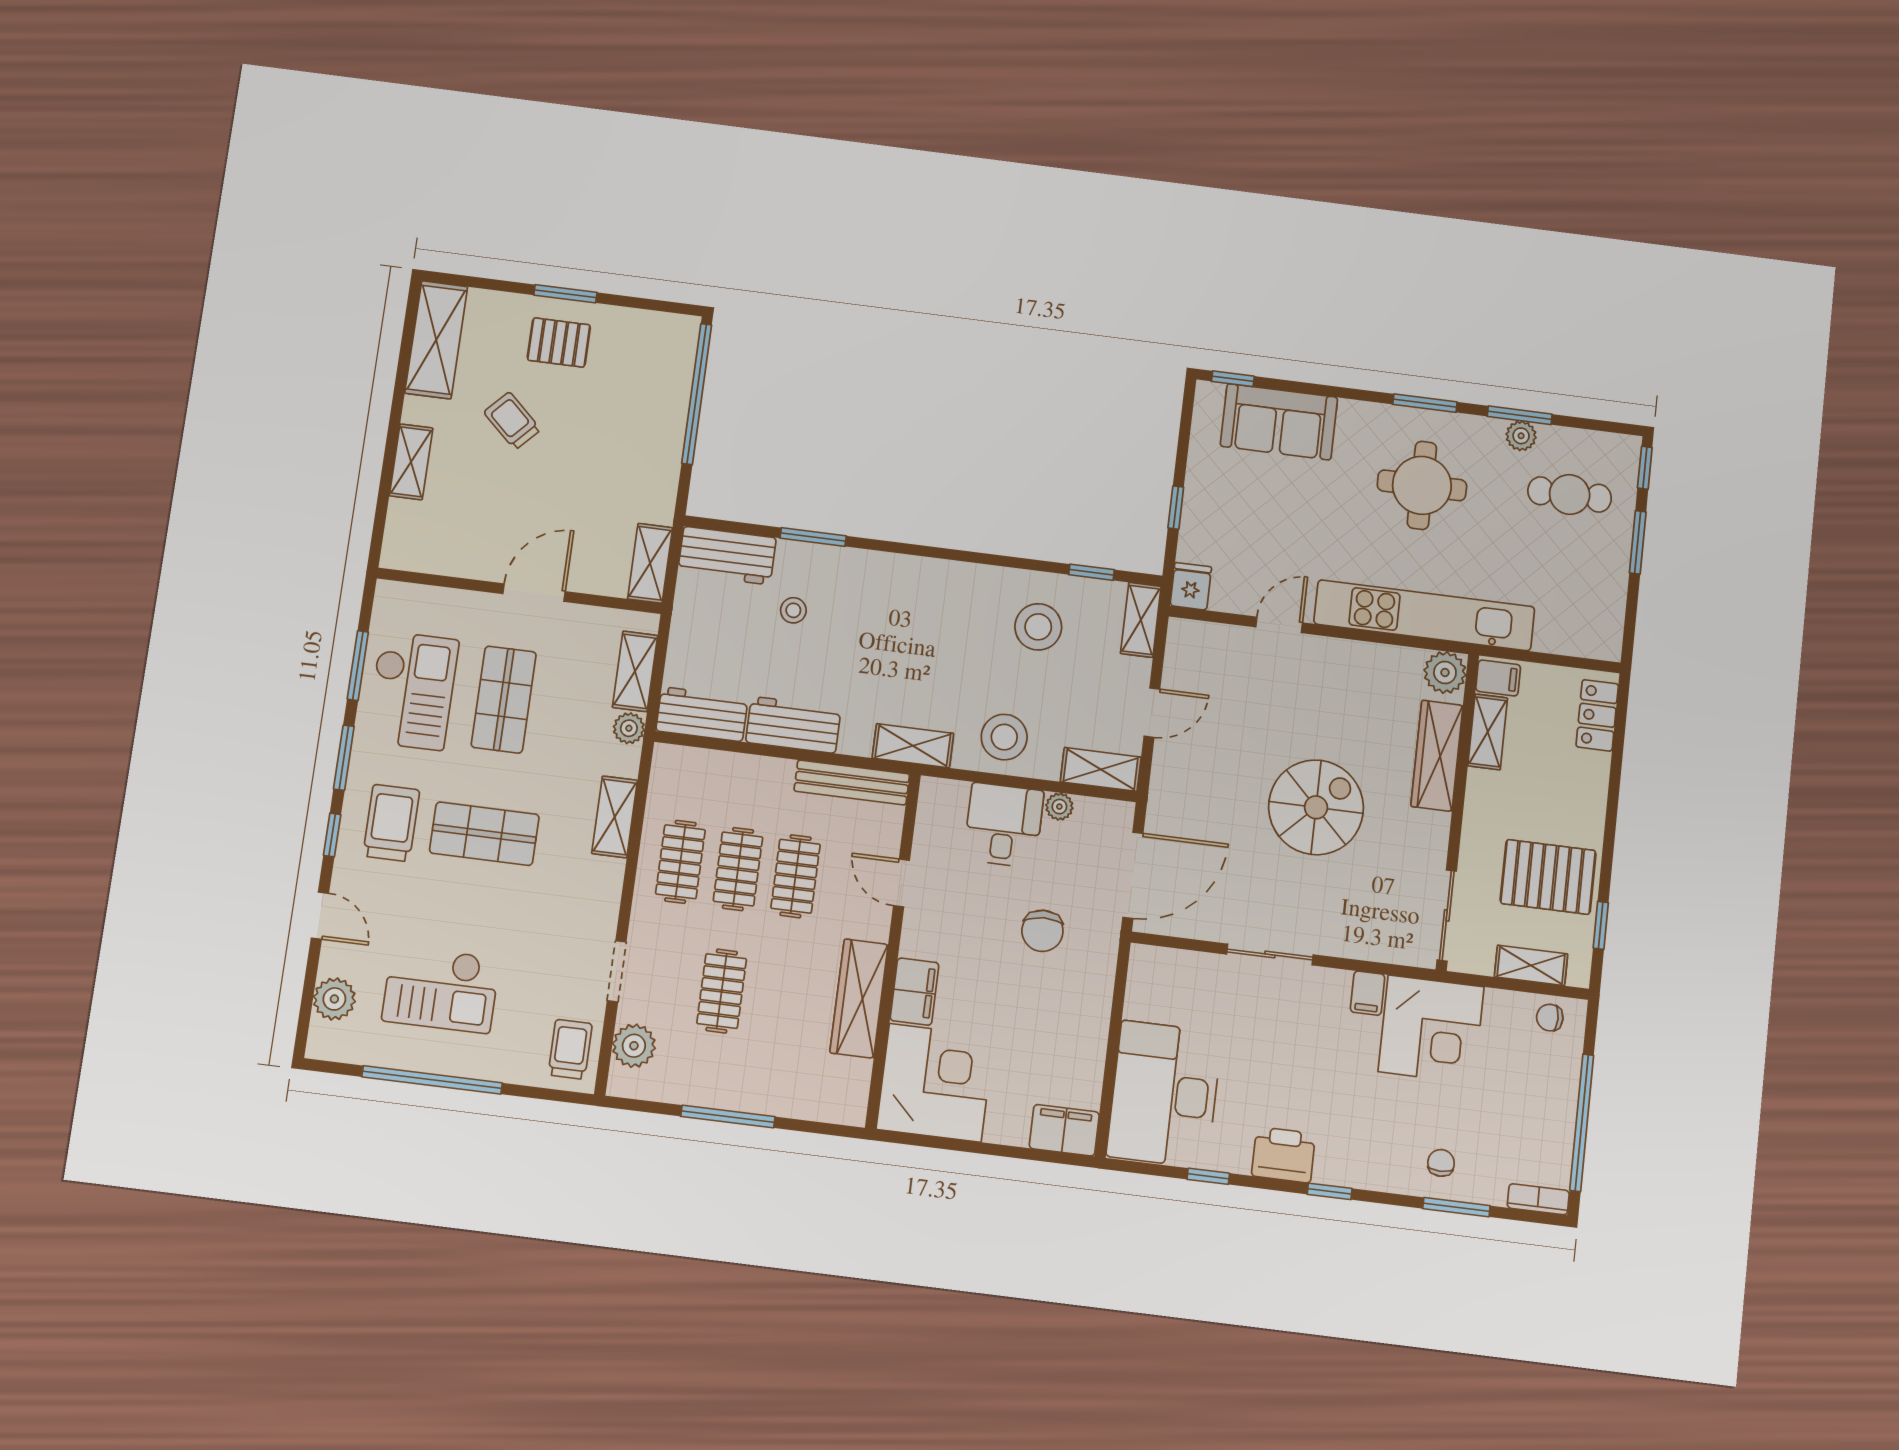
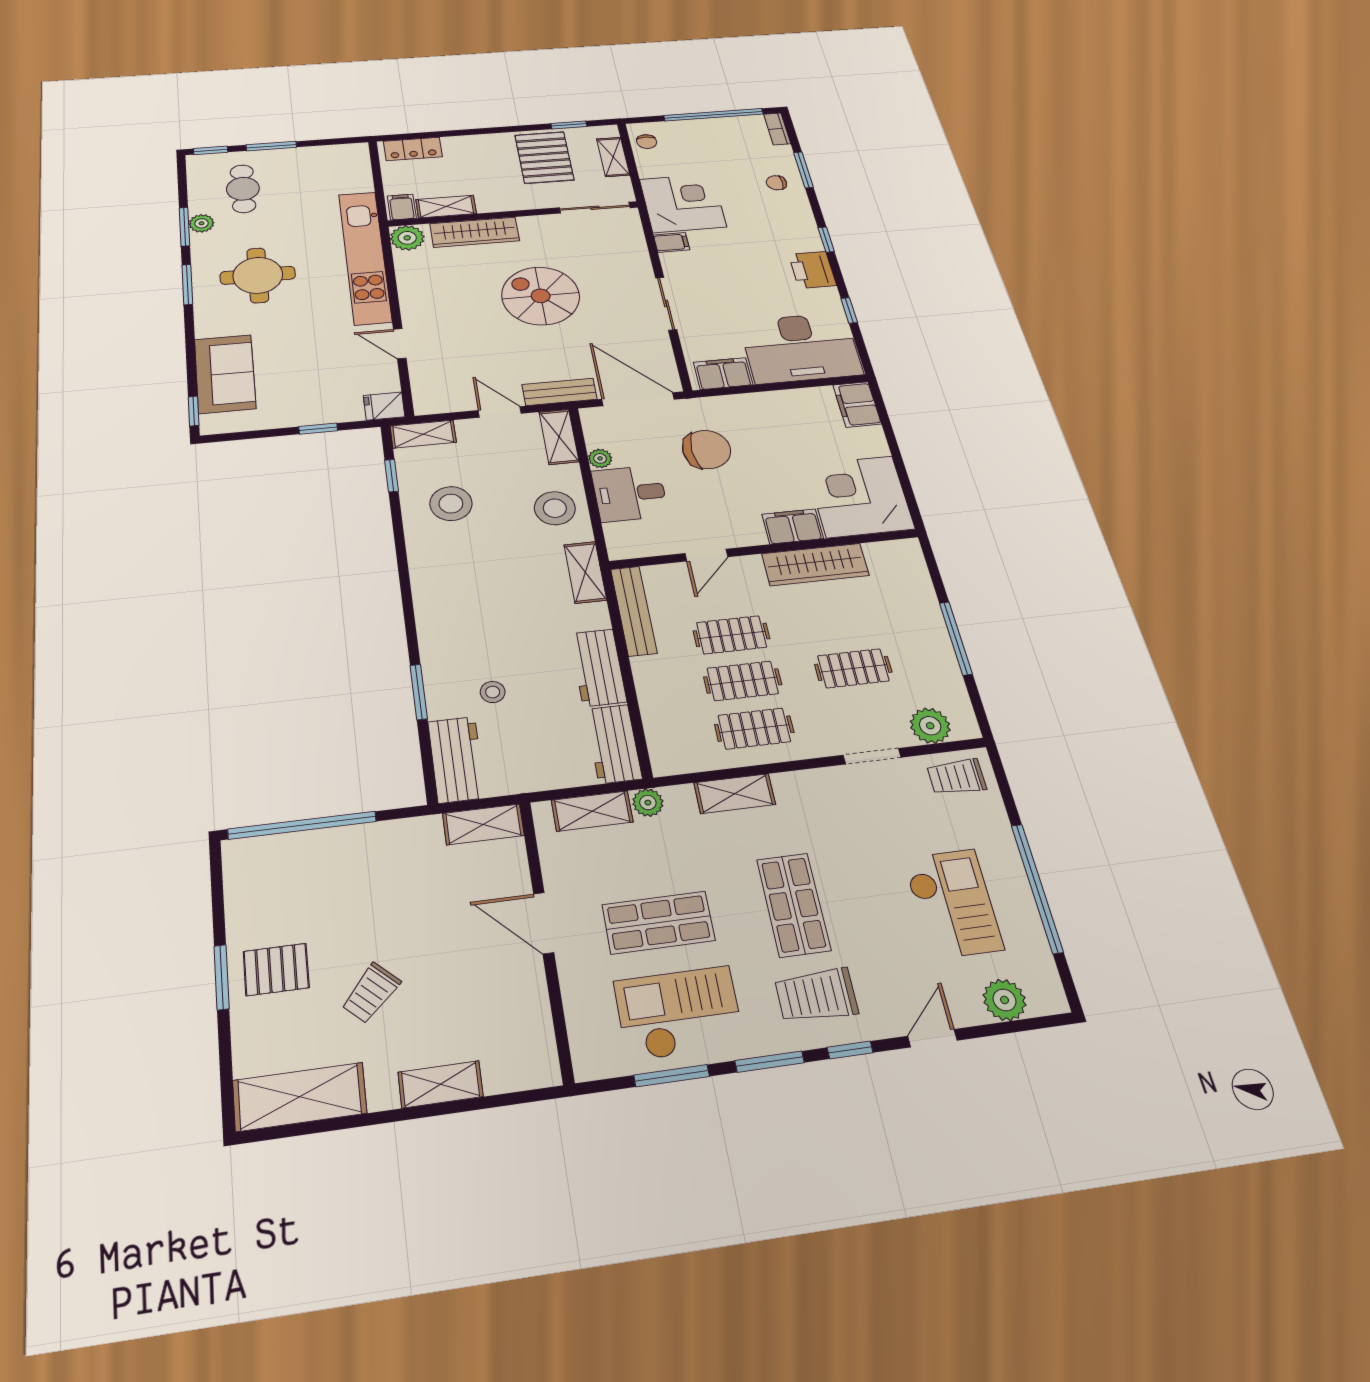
pallet: (559, 343) -> (276, 969), turned 90
bench: (1165, 788) -> (560, 392), added
chair: (1042, 931) -> (707, 450), width x1.37, depth x1.37
filing cabinet: (1147, 987) -> (723, 374), added

